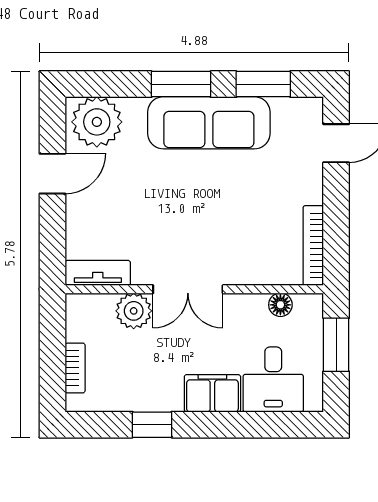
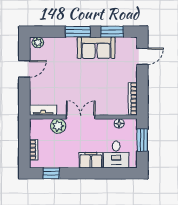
plant: (97, 122) -> (38, 42), width x0.53, depth x0.53
sofa: (209, 123) -> (96, 48), width x0.73
double door: (188, 289) -> (81, 117), swing flipped
window: (152, 425) -> (51, 173), moved

